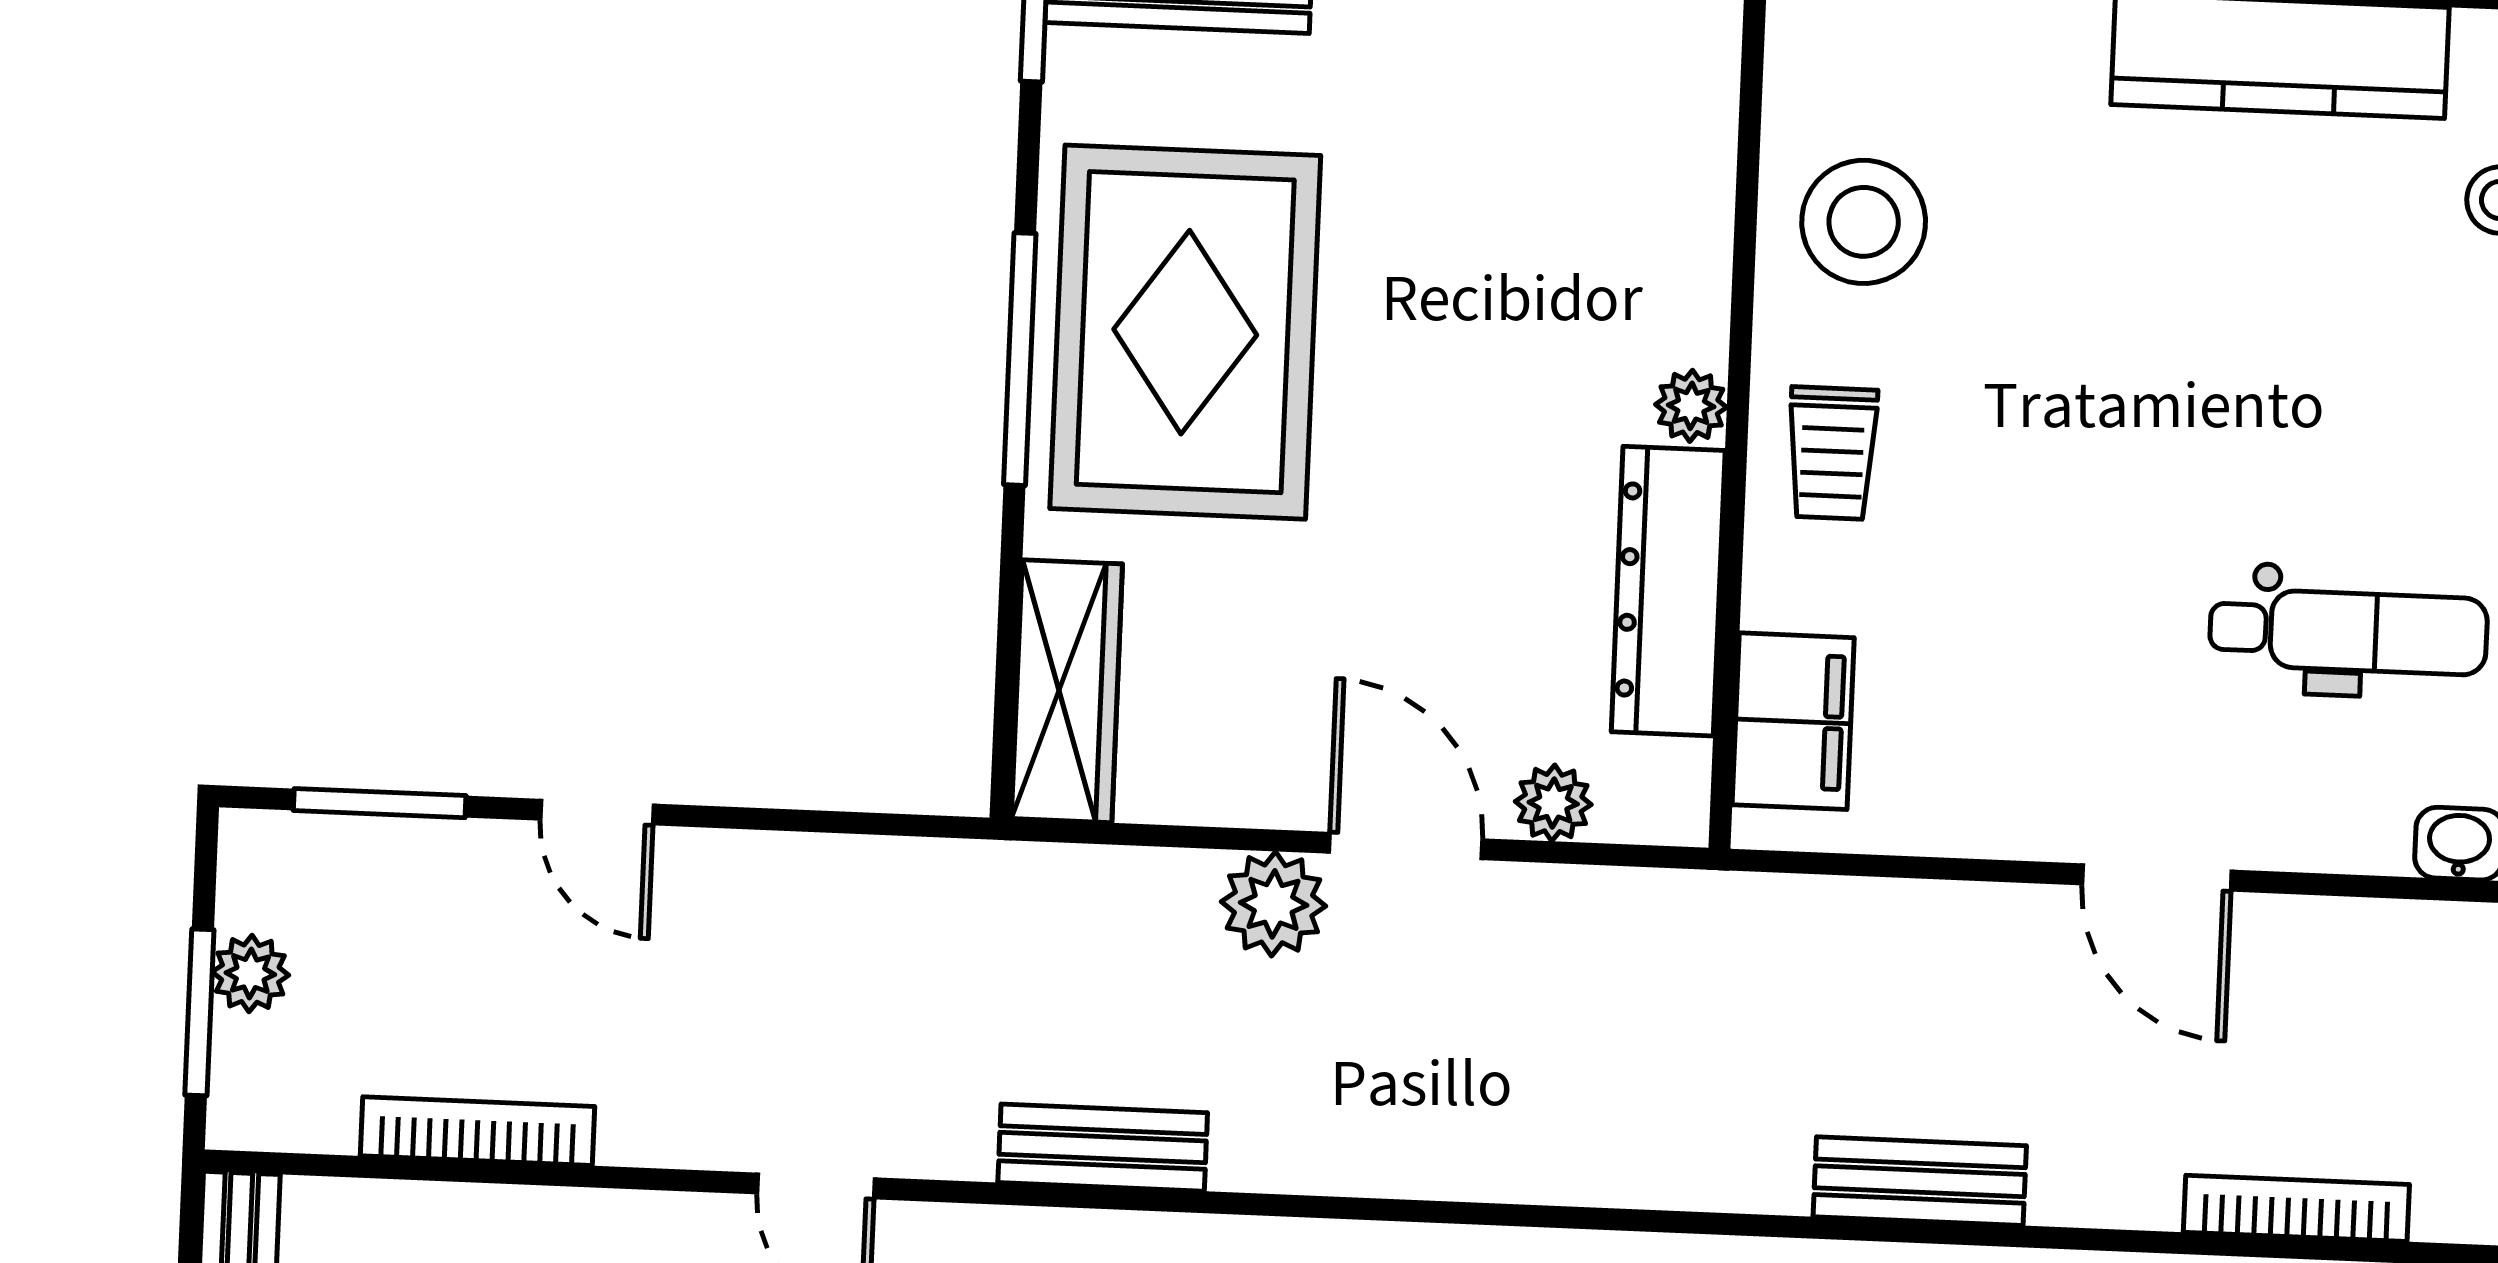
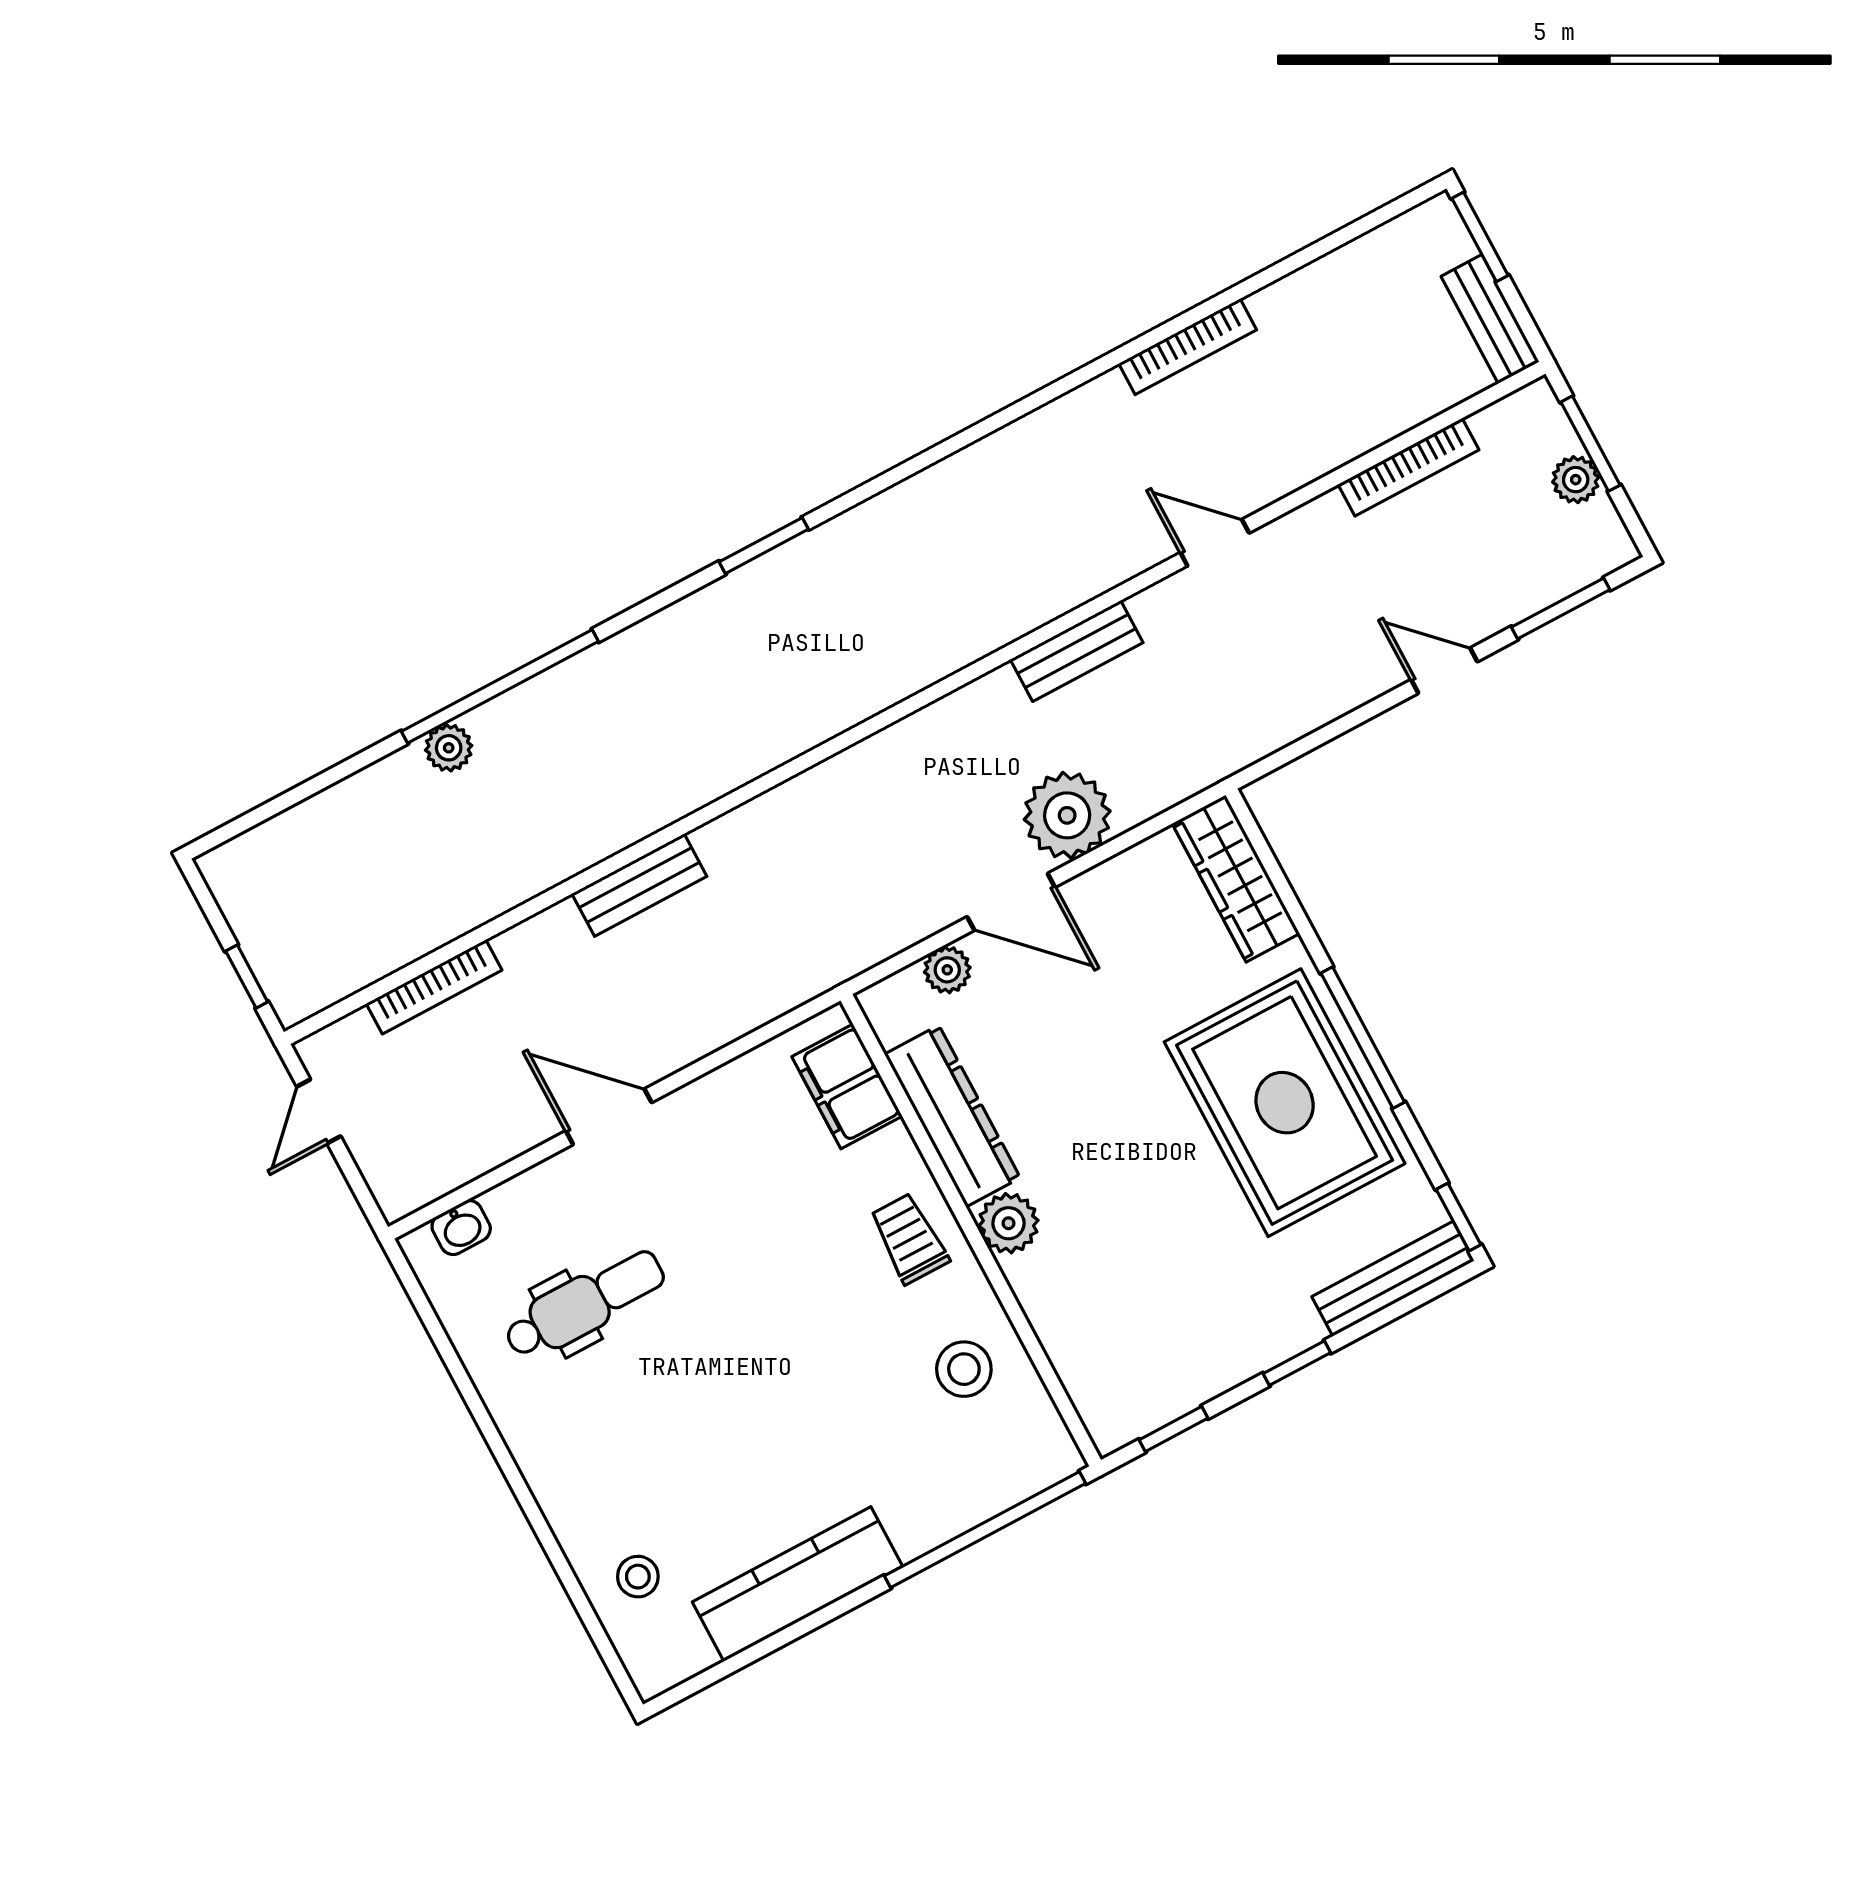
stool: (1864, 222) -> (964, 1369), width x0.73, depth x0.73
plant: (1691, 406) -> (1008, 1223), width x1.38, depth x1.38
dental chair: (2348, 632) -> (584, 1304), turned 180
plant: (1274, 904) -> (1067, 815), width x1.36, depth x1.36

